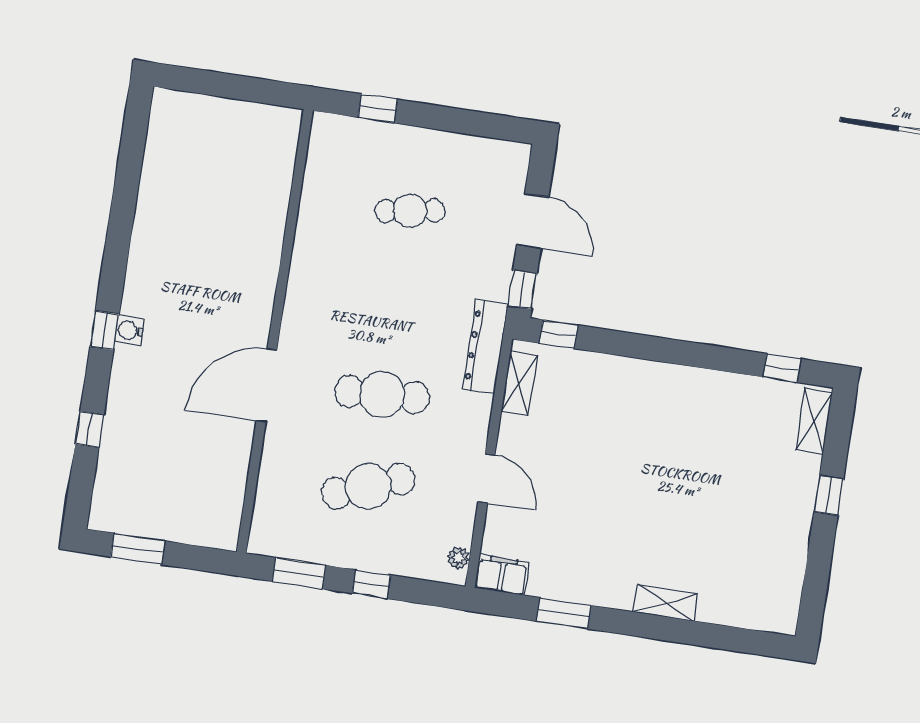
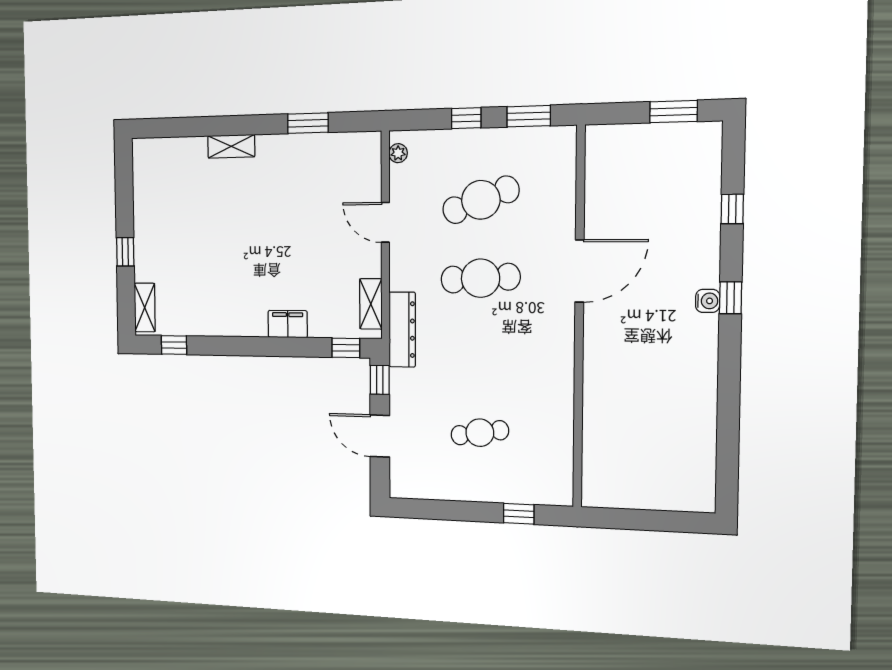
filing cabinet: (502, 575) -> (288, 324), moved, turned 180

